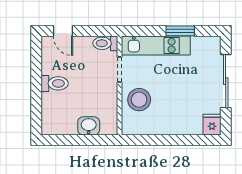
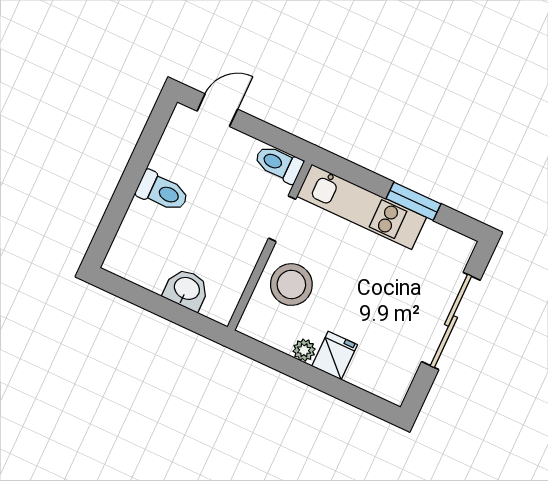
door: (63, 31) -> (217, 110), swing flipped
fridge: (212, 125) -> (335, 355), moved
plant: (160, 129) -> (304, 350), added

